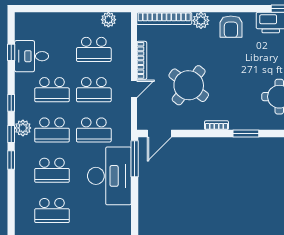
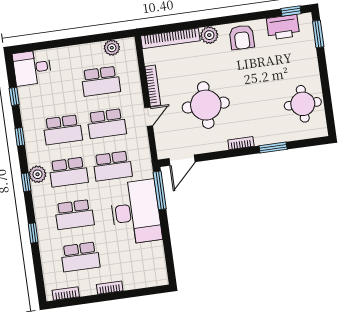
desk: (32, 56) -> (32, 68), moved
round table: (189, 85) -> (206, 105), turned -37
window: (11, 103) -> (20, 137), moved
window: (11, 160) -> (33, 233), moved

